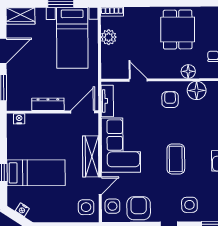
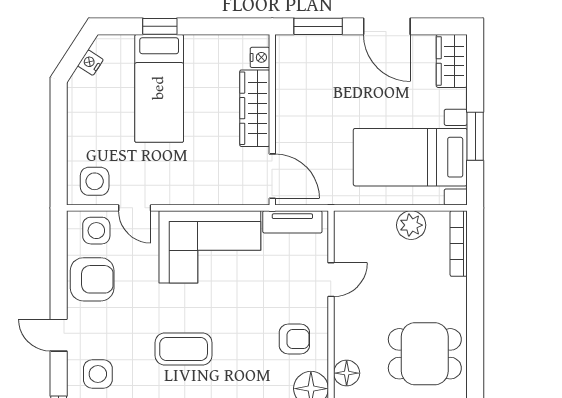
bookcase: (112, 12) -> (459, 244), width x1.56
dresser: (48, 104) -> (287, 111), removed
wardrobe: (91, 156) -> (255, 108), moved, turned -90

